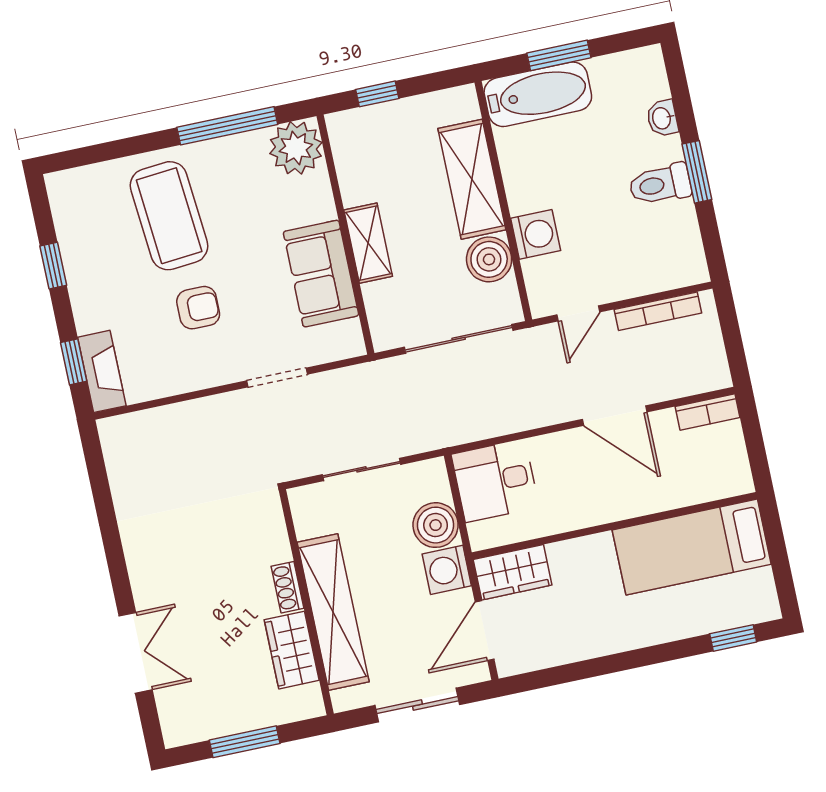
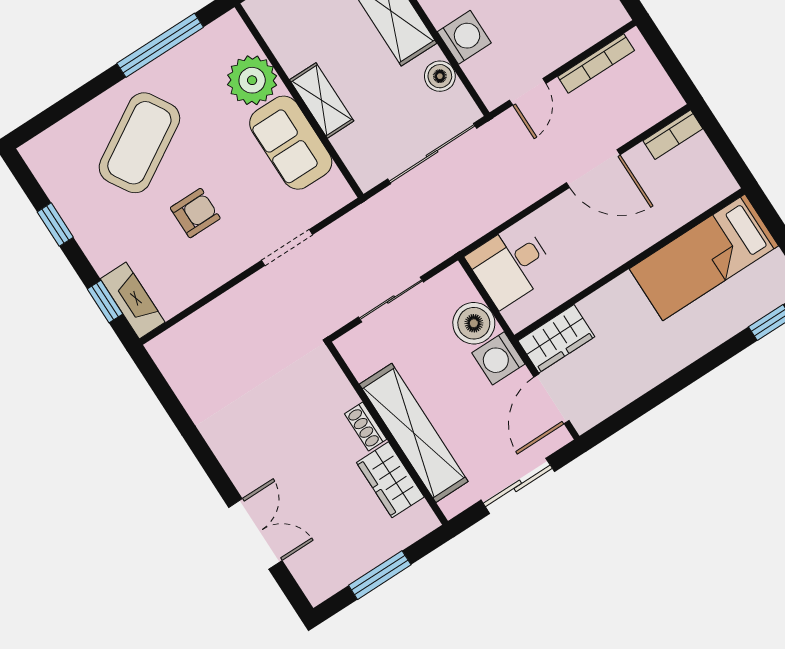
plant: (296, 148) -> (252, 80), moved
coffee table: (169, 216) -> (139, 143), turned 64
boiler: (489, 259) -> (440, 76), width x0.73, depth x0.73

